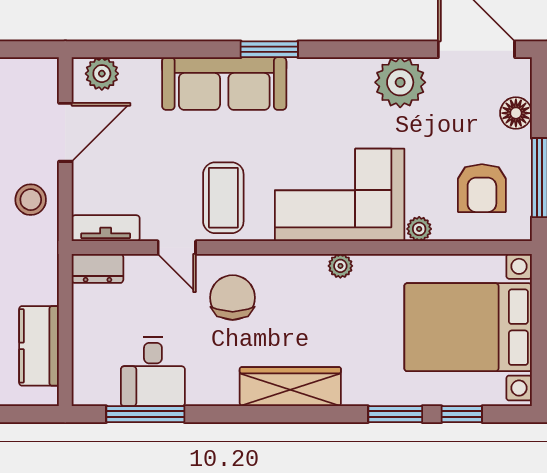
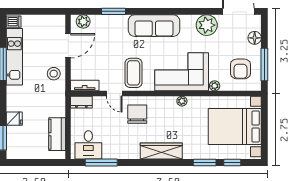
window: (269, 49) -> (114, 11), moved
sofa: (224, 84) -> (154, 26), moved
desk: (153, 372) -> (88, 145), moved

